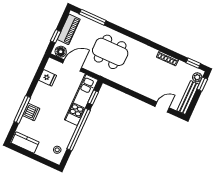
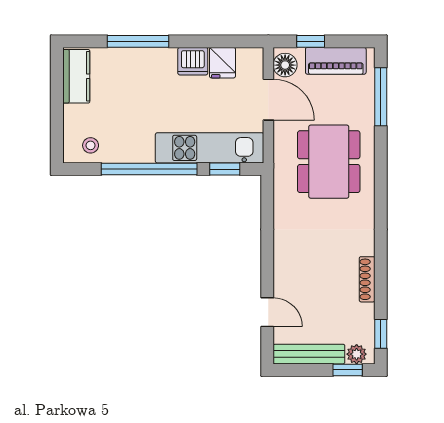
dishwasher: (31, 112) -> (193, 61), moved

